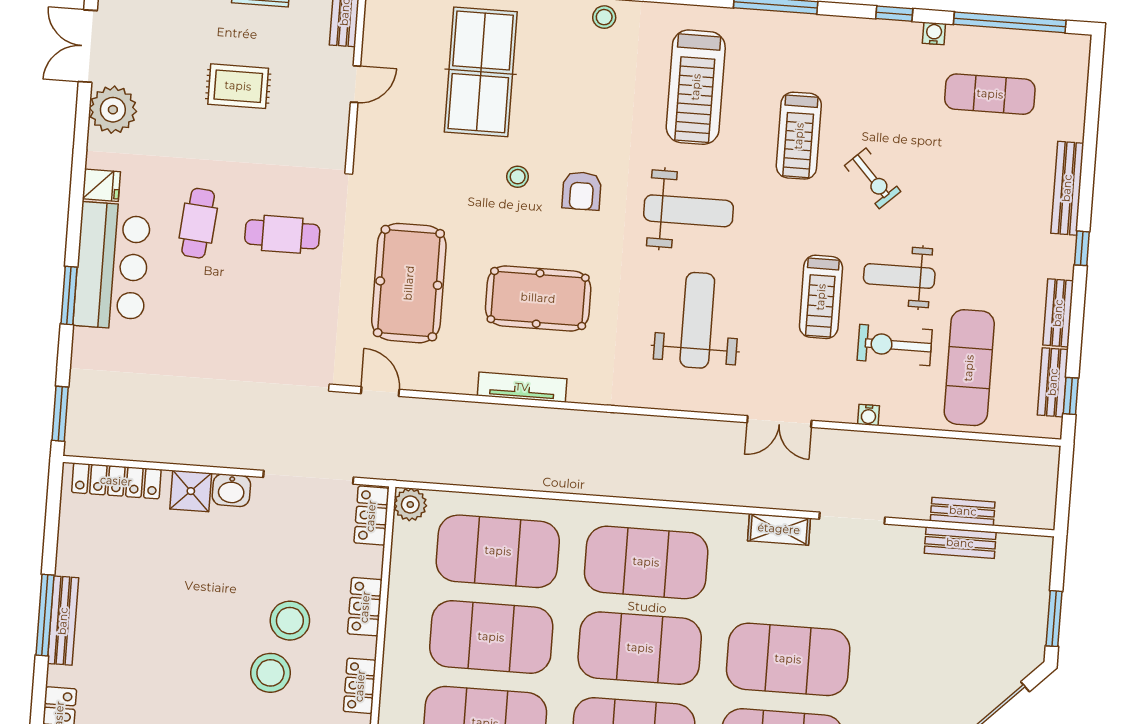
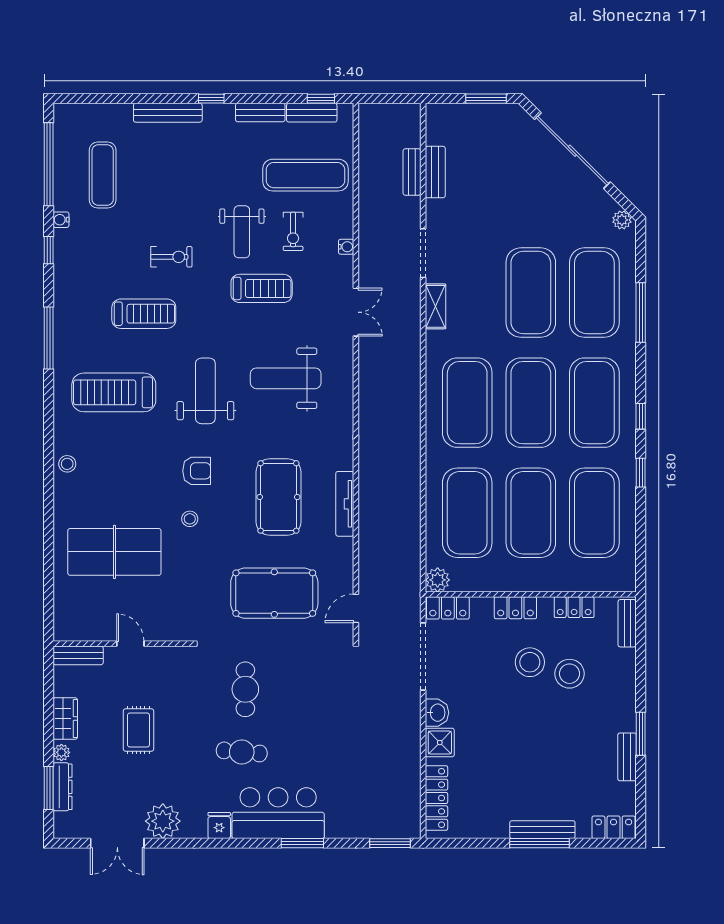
treadmill: (696, 87) -> (114, 392), turned 180
exercise bike: (873, 178) -> (171, 257), turned 43
exercise bike: (895, 345) -> (293, 231), width x0.73, depth x0.72

